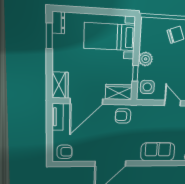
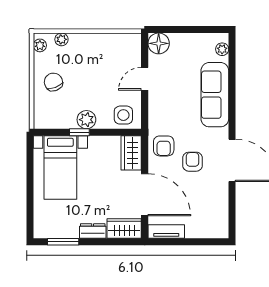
dresser: (58, 23) -> (93, 231), moved
window: (135, 73) -> (79, 132), moved
armchair: (65, 152) -> (193, 162), moved
sofa: (158, 152) -> (215, 95), width x1.36

